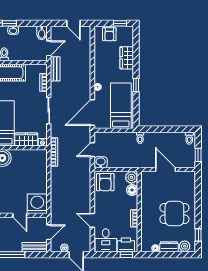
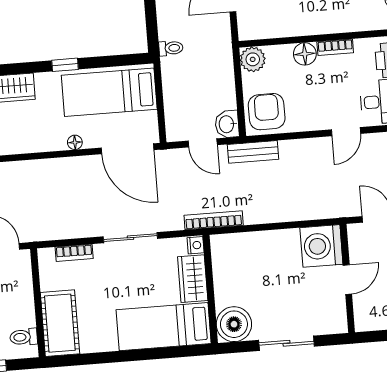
bench: (55, 69) -> (253, 152), moved
armchair: (105, 182) -> (267, 112), turned -90
floor lamp: (132, 190) -> (305, 54), moved

